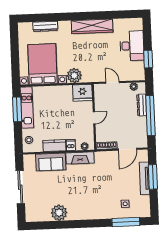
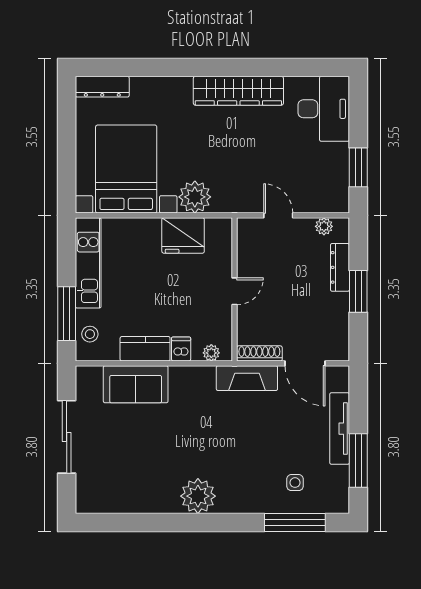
dresser: (45, 26) -> (102, 87), moved
desk: (132, 46) -> (324, 109), moved
fridge: (82, 93) -> (183, 235), moved
window: (17, 109) -> (67, 314), moved
window: (150, 116) -> (358, 291), width x0.47
door: (128, 149) -> (305, 363), hinge flipped
fireplace: (80, 158) -> (247, 378), moved
window: (153, 177) -> (358, 461), moved
plant: (59, 213) -> (198, 496), moved

